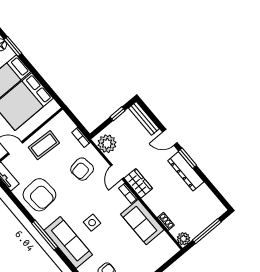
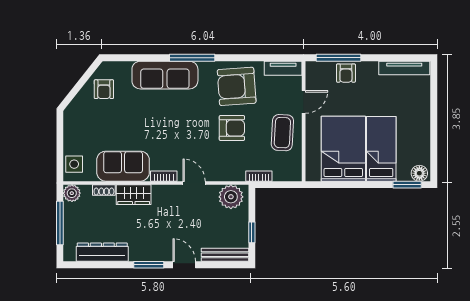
door: (170, 137) -> (184, 265), hinge flipped
armchair: (82, 169) -> (232, 128), moved, turned 98
dresser: (186, 171) -> (102, 252), moved
wardrobe: (138, 183) -> (134, 195), moved
side table: (92, 223) -> (74, 164), moved

